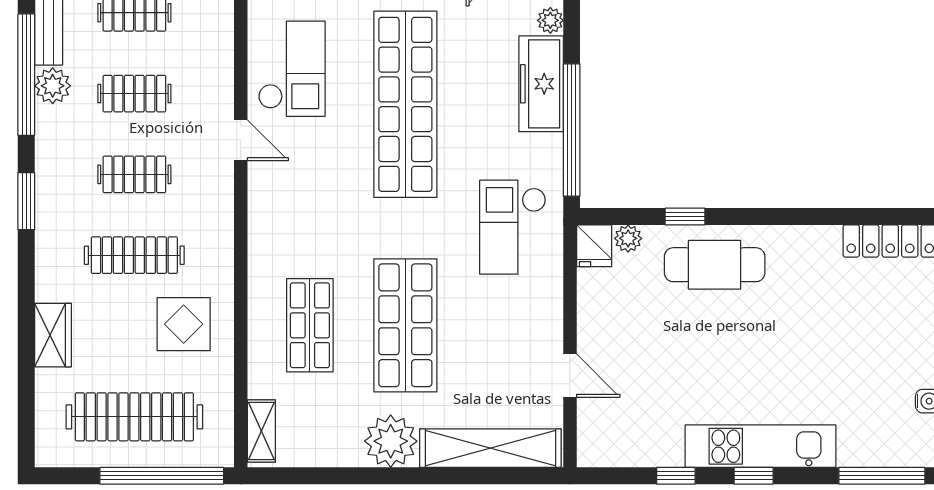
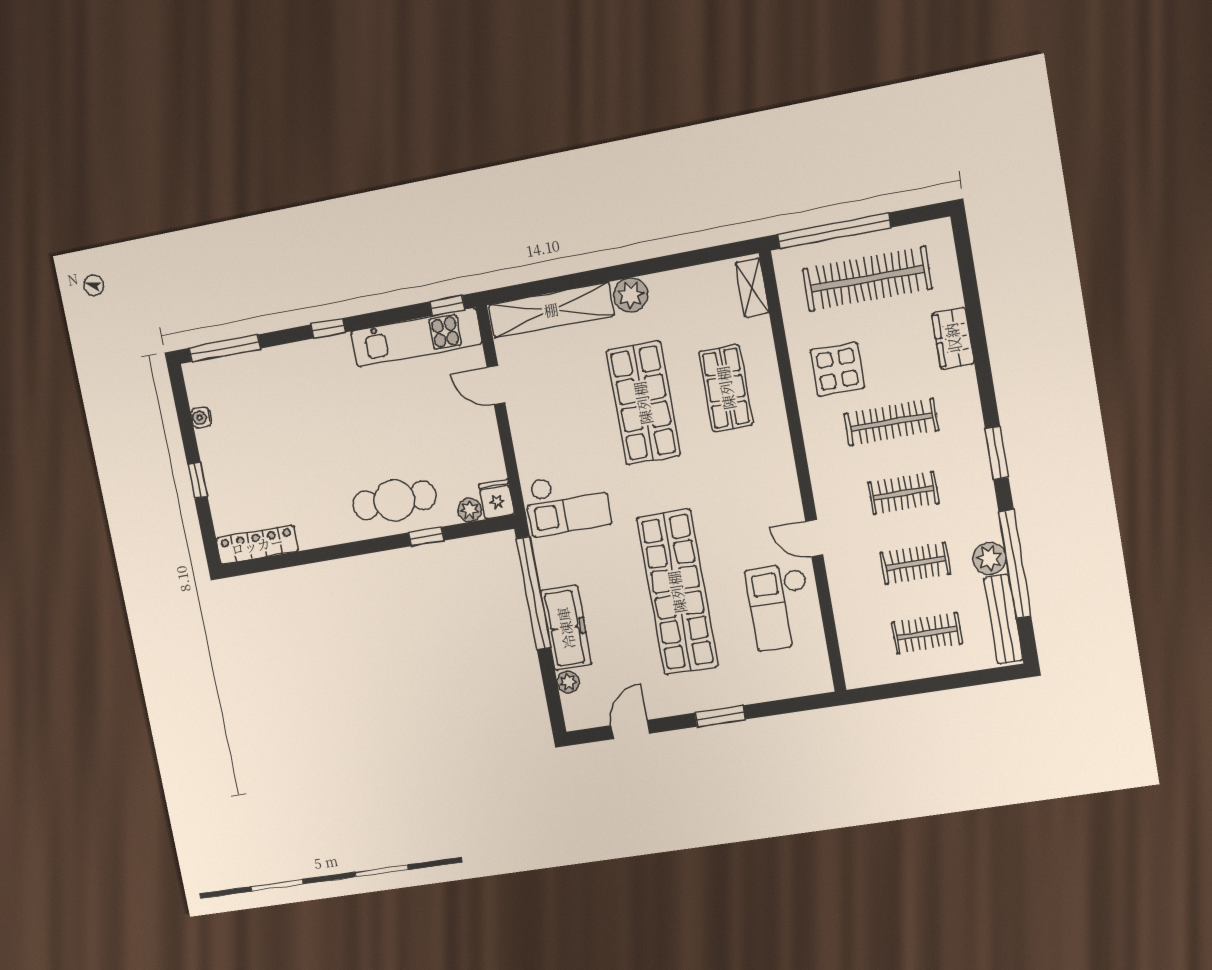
checkout: (513, 227) -> (567, 503), turned 90
plant: (391, 441) -> (631, 295), width x0.73, depth x0.73
kitchen unit: (761, 446) -> (416, 338), moved
window: (676, 476) -> (447, 305), moved

